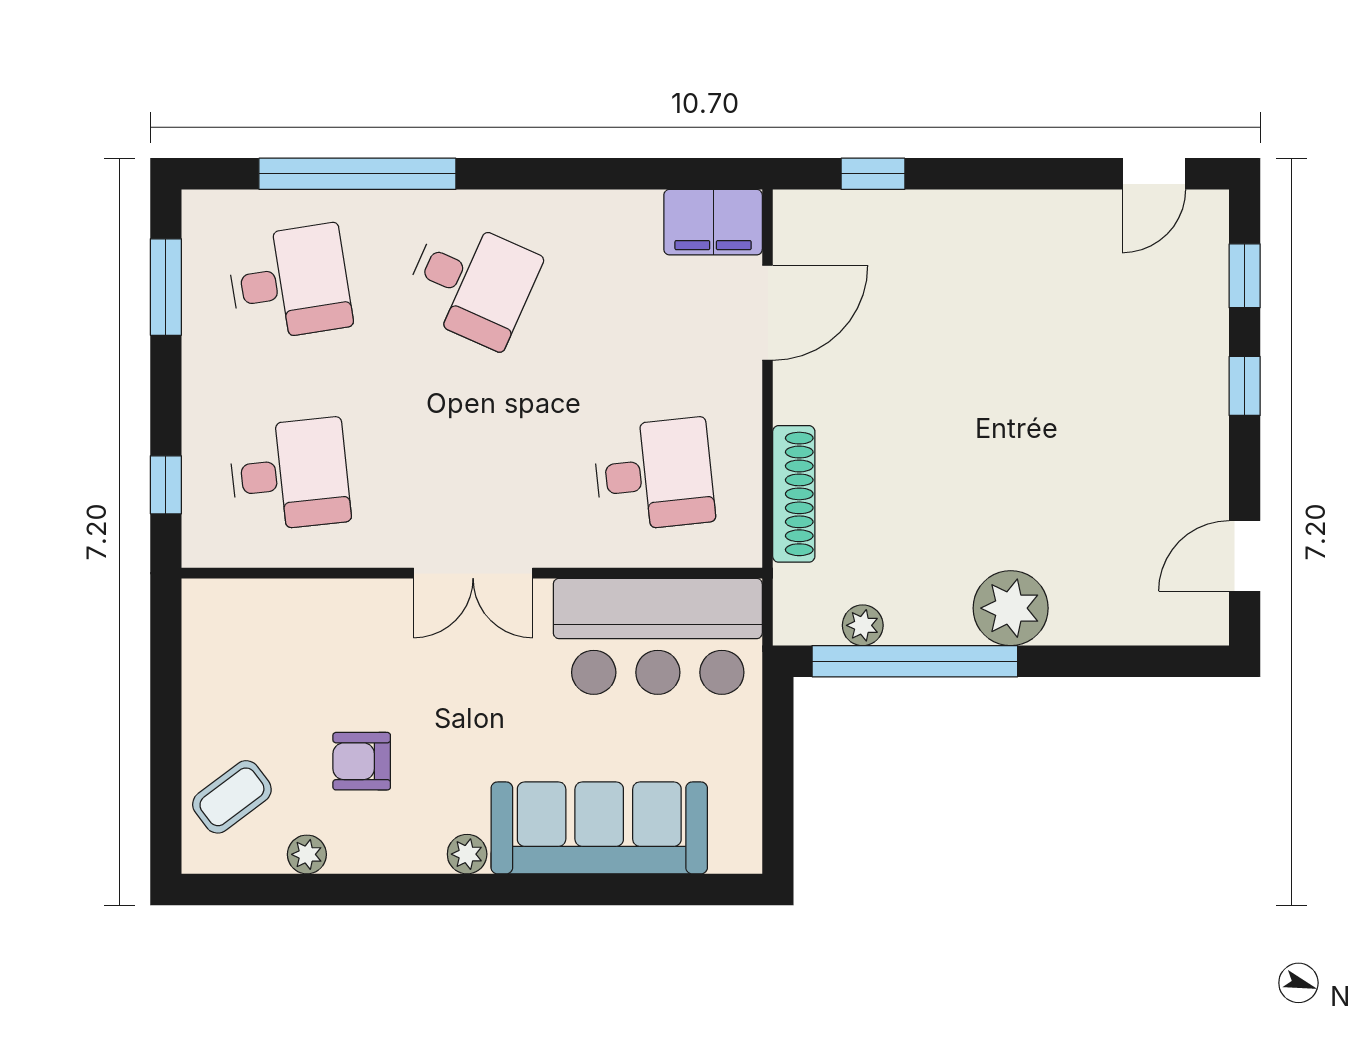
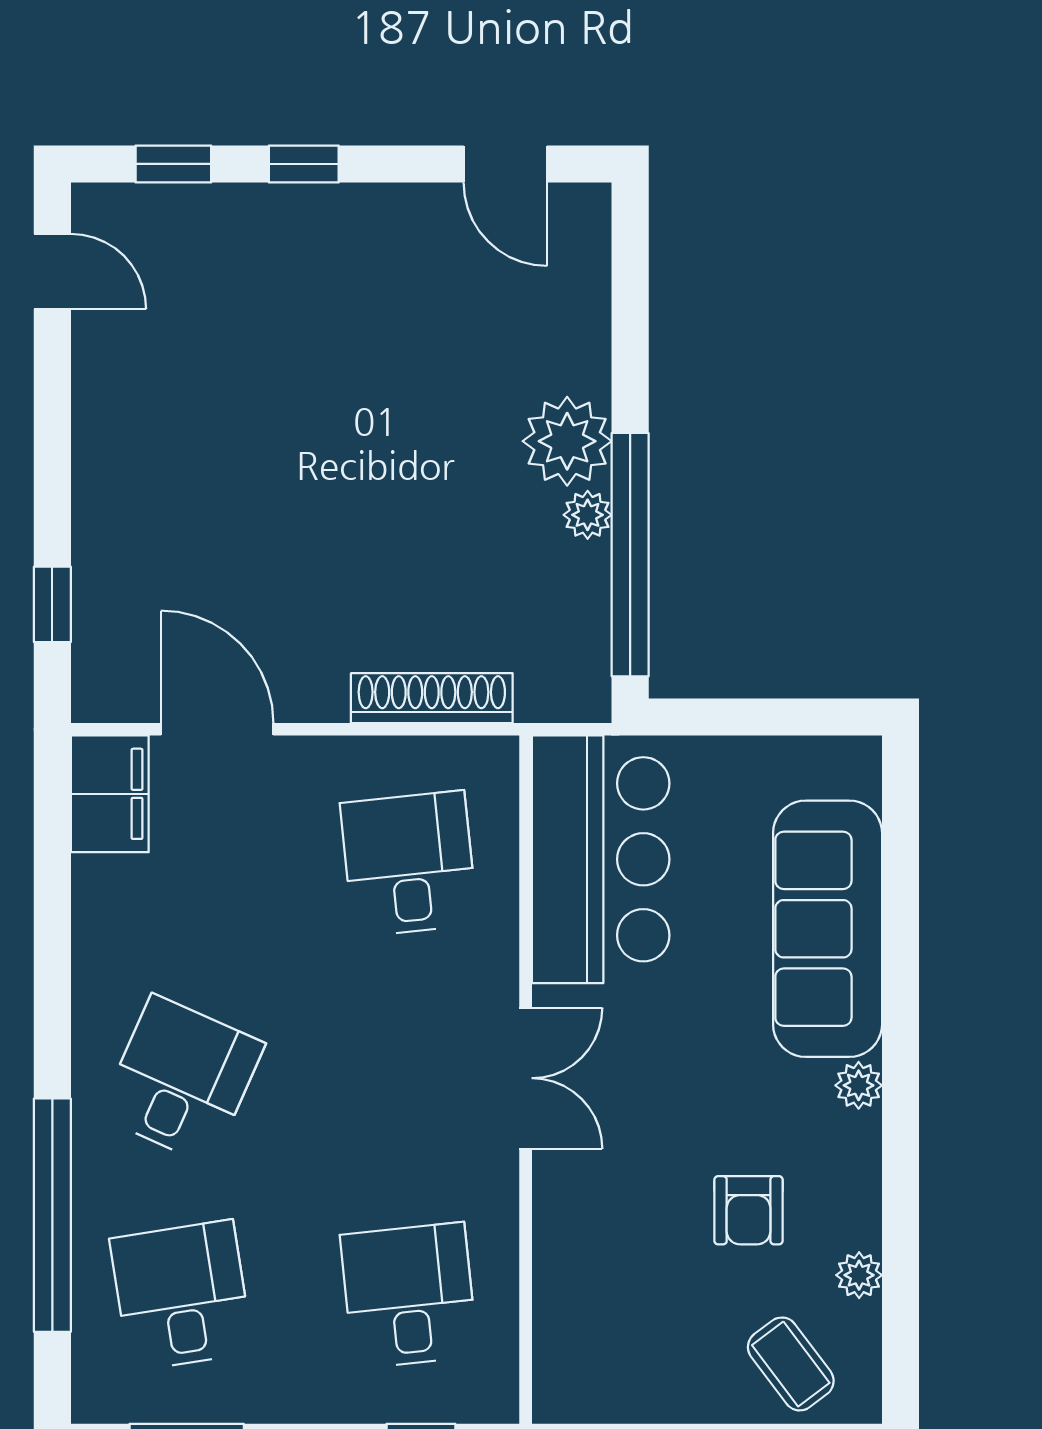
plant: (863, 625) -> (588, 515), moved

